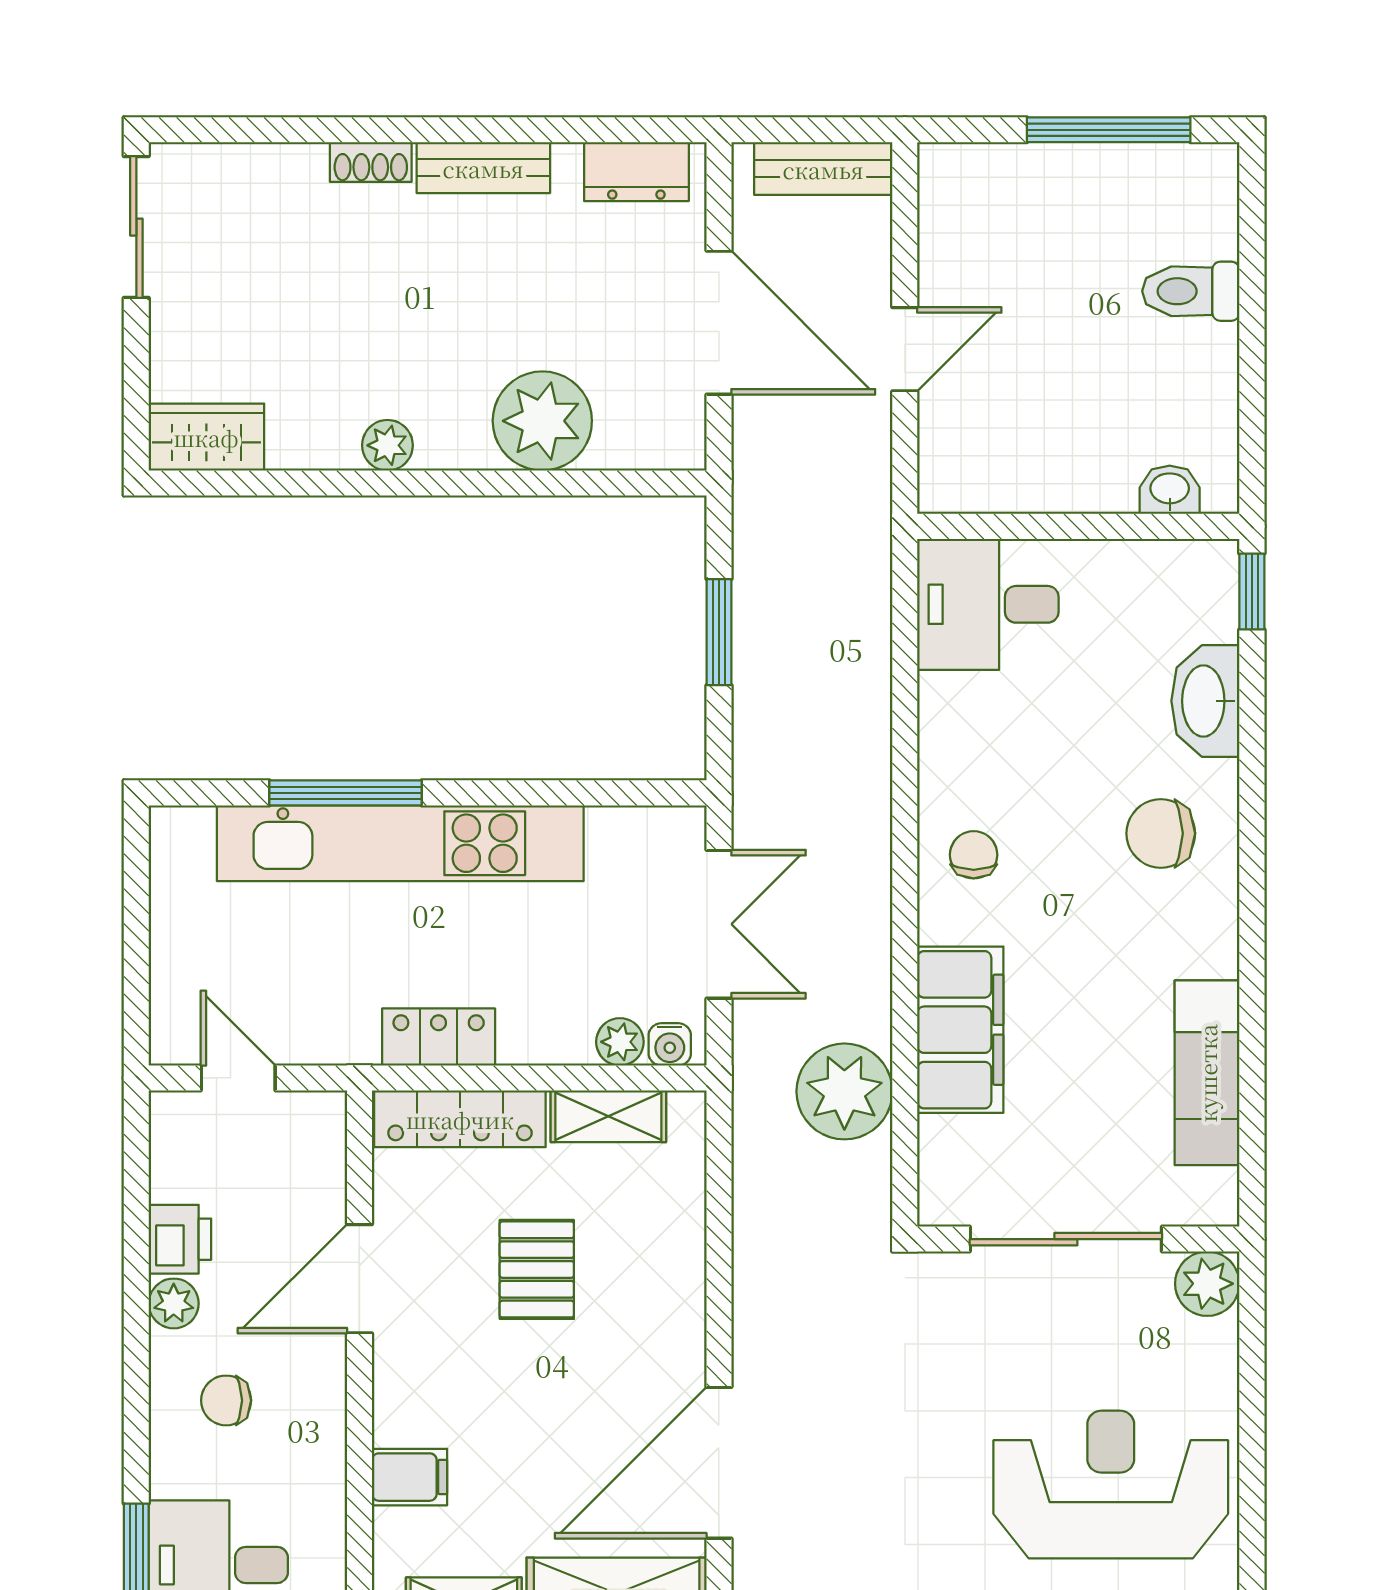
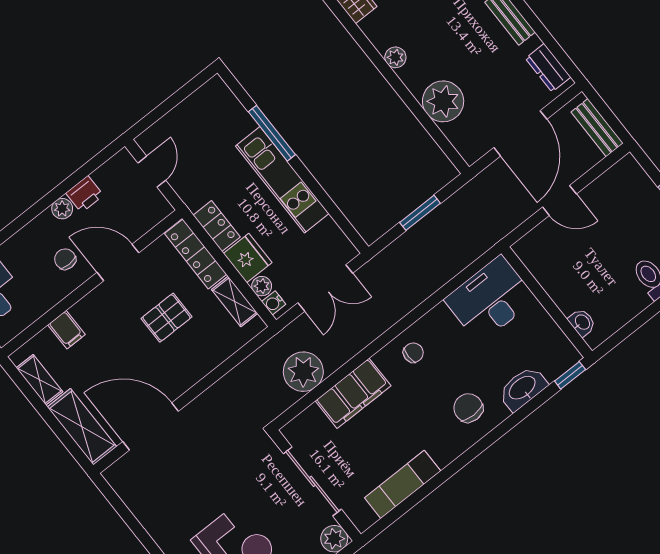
desk: (988, 604) -> (490, 299), width x1.37
kitchen unit: (400, 843) -> (282, 180), width x0.73
fridge: (546, 1026) -> (248, 258), added
chair: (226, 1400) -> (65, 259), moved

